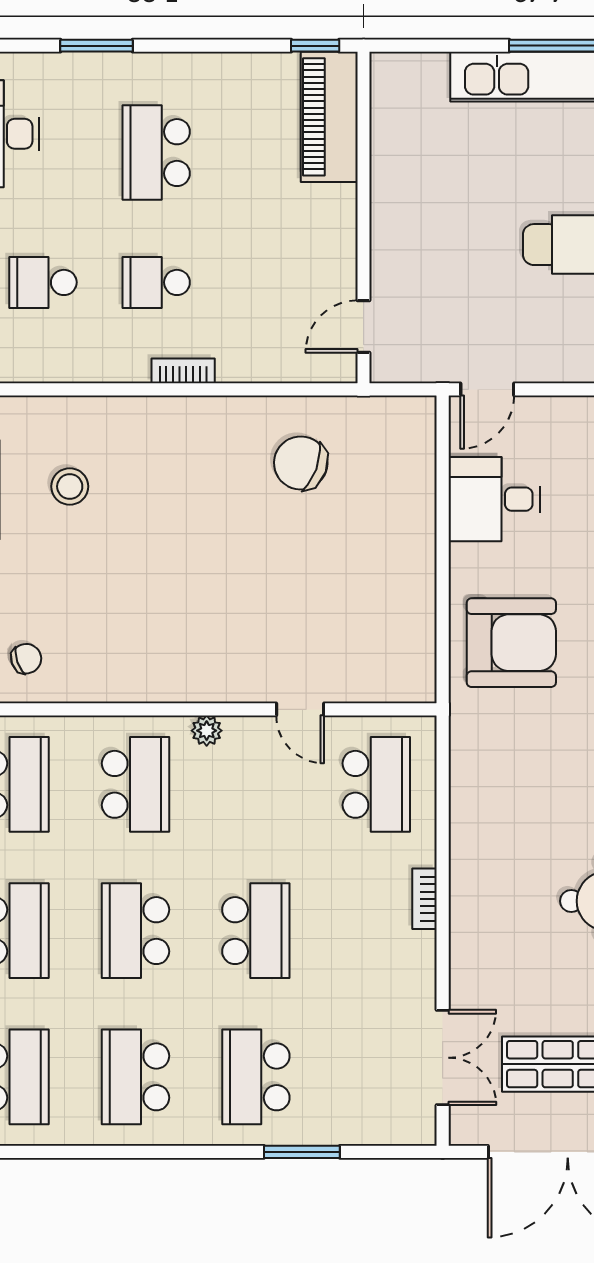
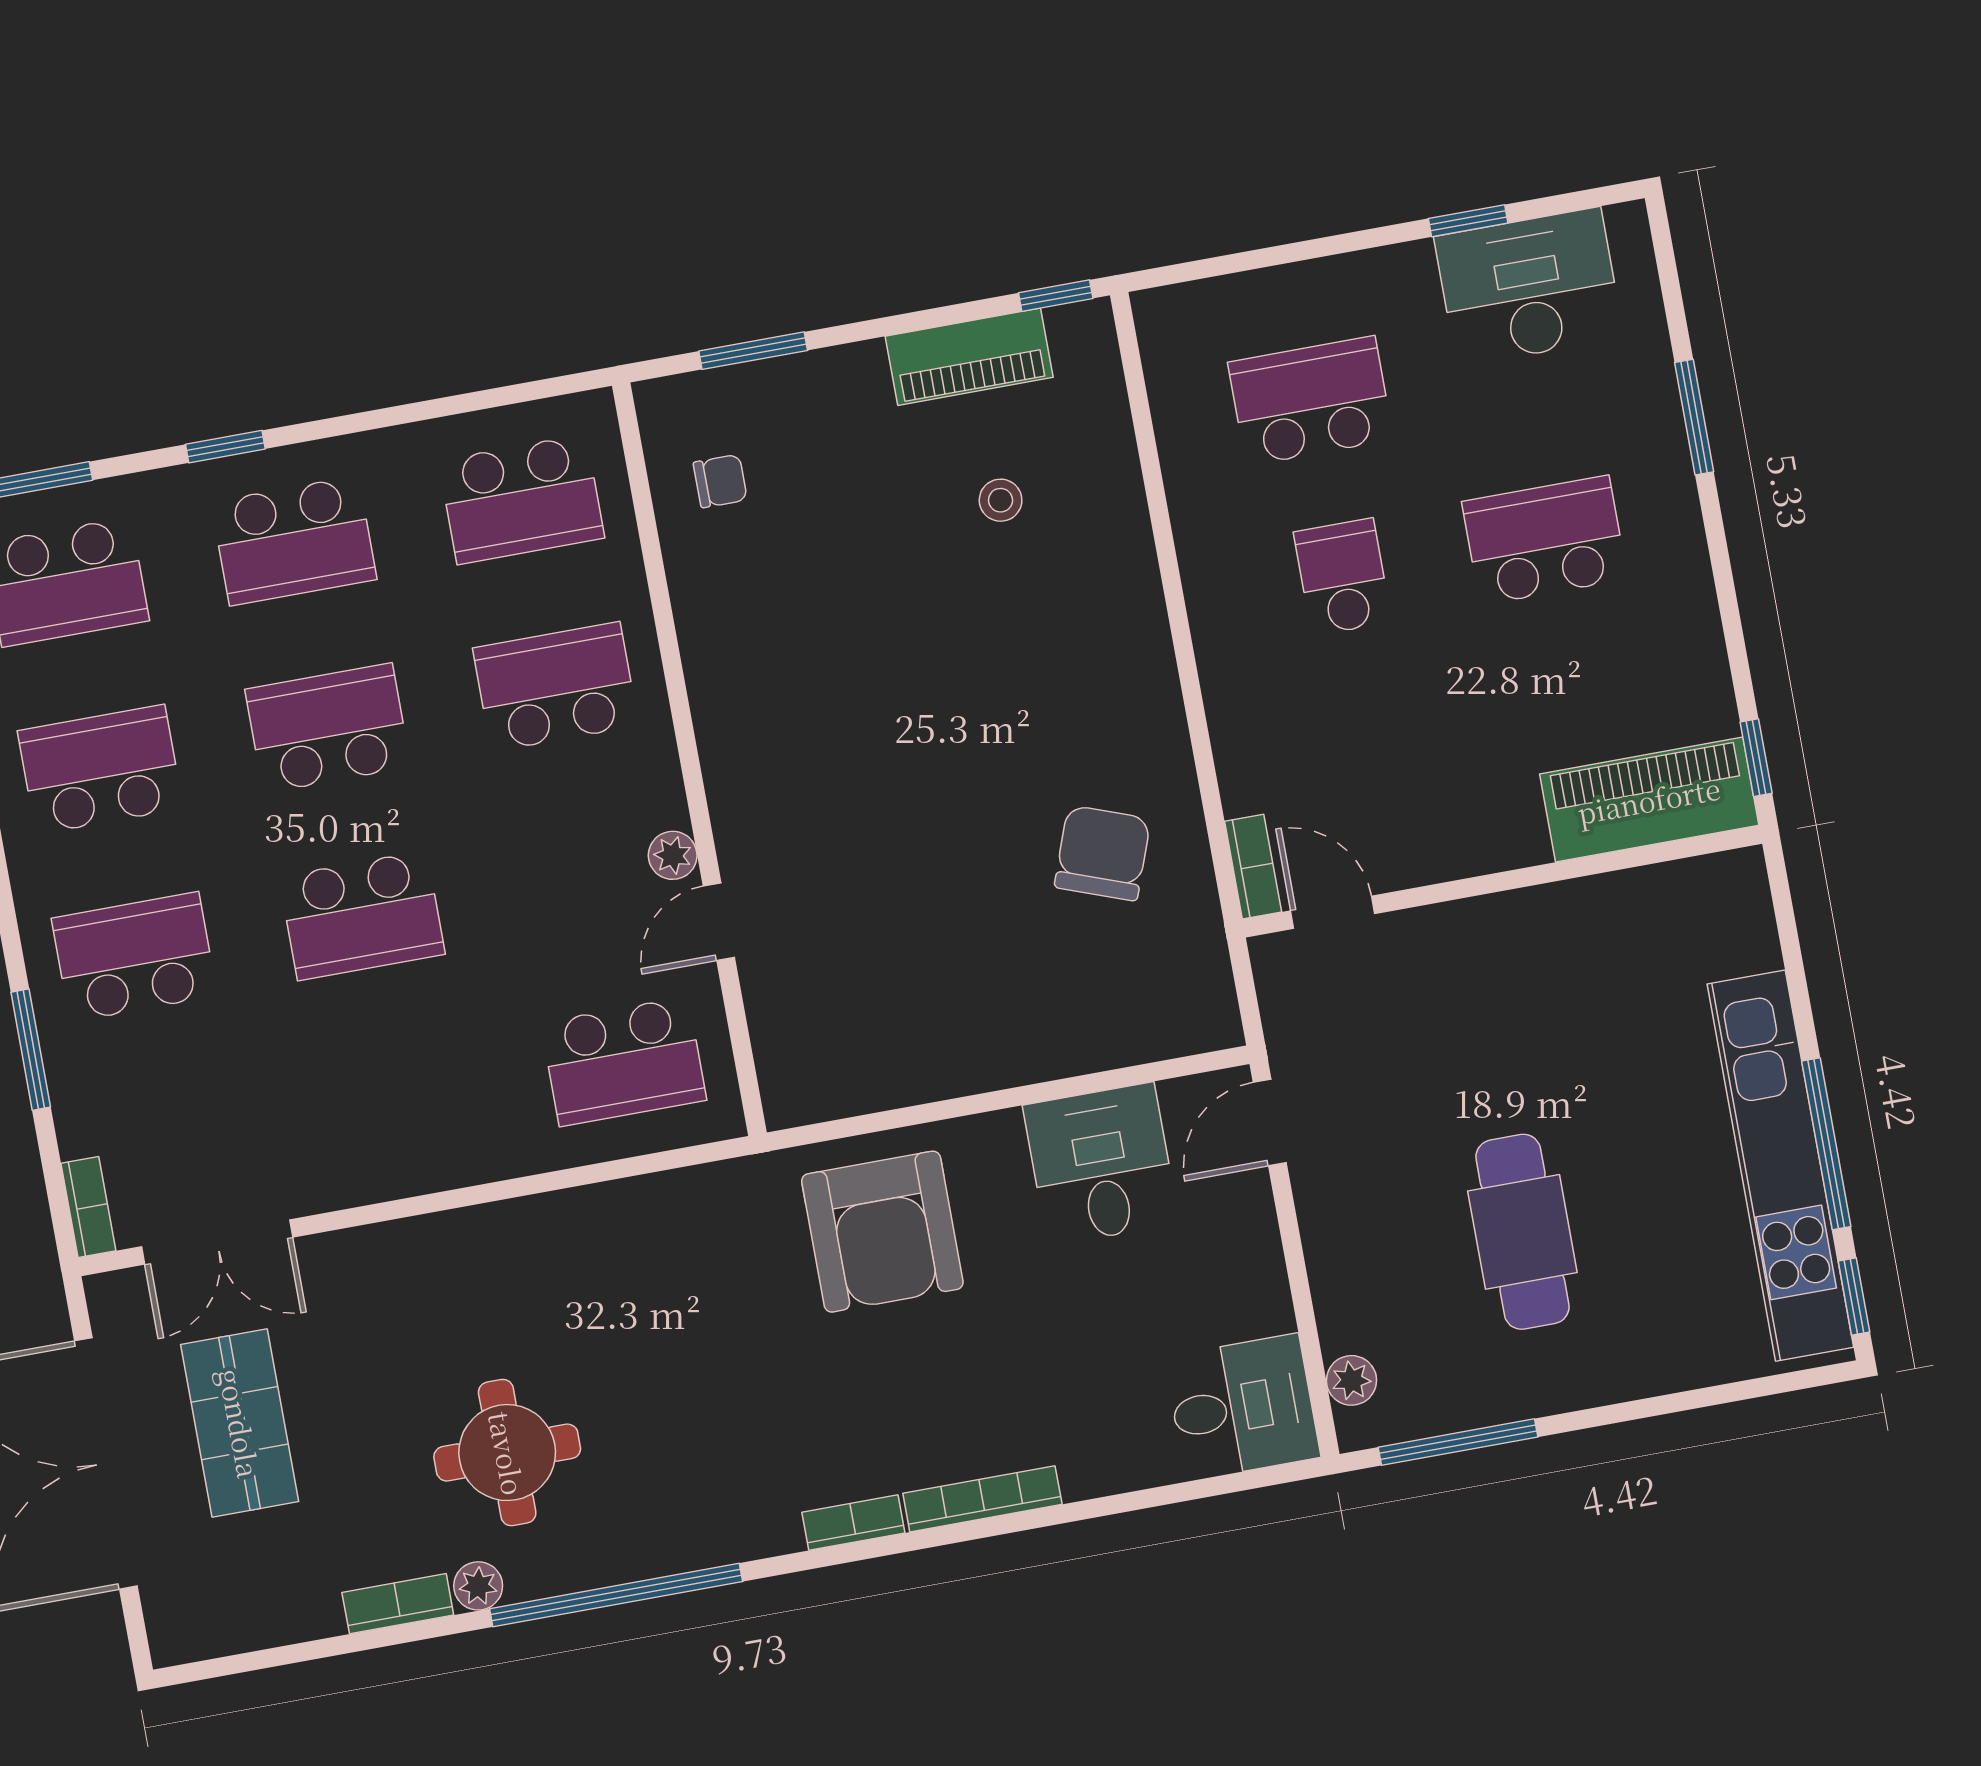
school desk: (43, 282) -> (1311, 401), width x1.85
bookcase: (183, 371) -> (1253, 867), moved
door: (487, 389) -> (1270, 1123), hinge flipped
stool: (70, 486) -> (1001, 500), width x0.73, depth x0.73
chair: (26, 659) -> (720, 481), turned -71
plant: (207, 731) -> (673, 855), moved
school desk: (135, 784) -> (556, 687), turned 180
bookcase: (425, 899) -> (88, 1207), moved, turned 90

